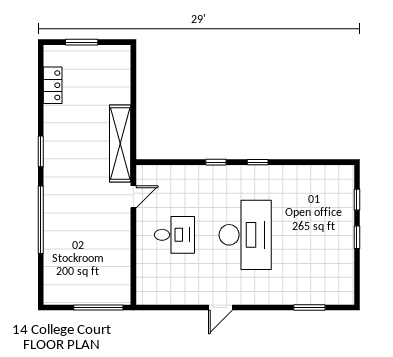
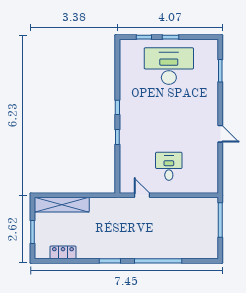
shelving: (120, 143) -> (62, 205), moved
desk: (245, 235) -> (169, 66), moved

